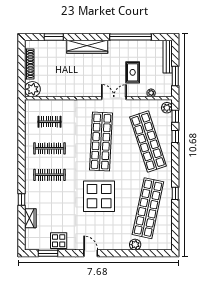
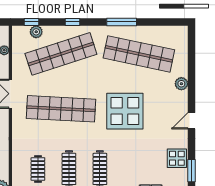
plant: (167, 108) -> (36, 32), moved
window: (175, 137) -> (72, 22), moved
window: (175, 193) -> (122, 22), width x2.17
plant: (135, 245) -> (181, 84), moved

